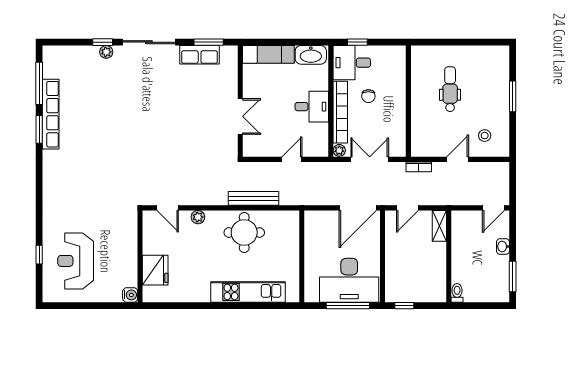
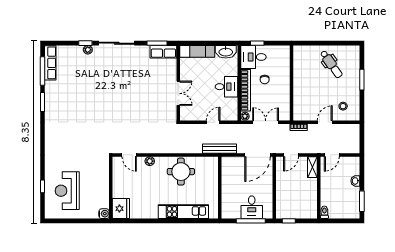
row of seats: (200, 55) -> (163, 52), moved
dental chair: (450, 89) -> (331, 64), moved, turned 145
row of seats: (51, 114) -> (50, 63), moved, width x0.73
bench: (254, 198) -> (220, 149), moved
door: (493, 208) -> (332, 155), moved
fridge: (155, 270) -> (121, 209), moved
desk: (349, 280) -> (252, 207), width x0.53, depth x0.77

